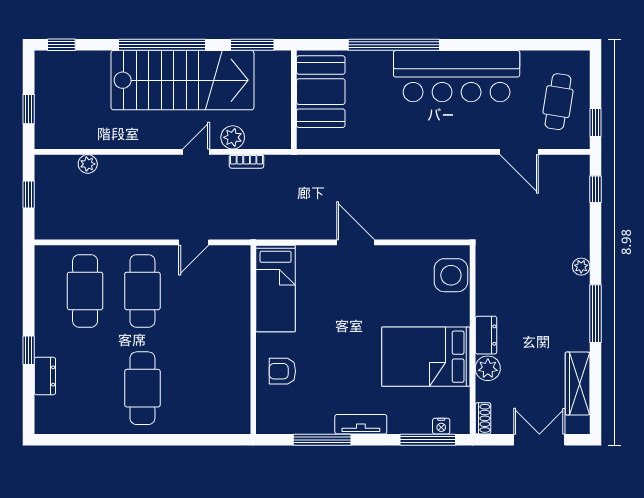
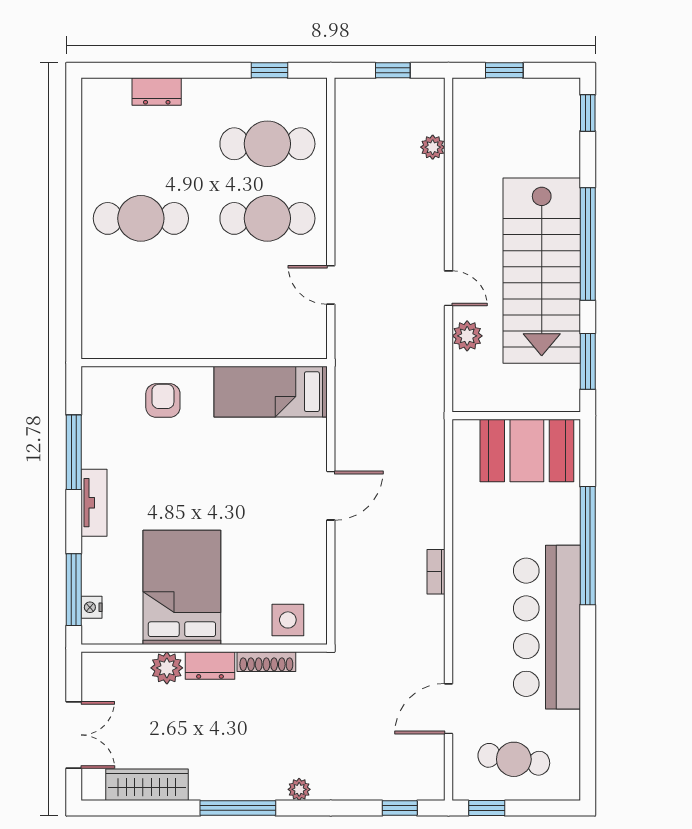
bookcase: (247, 161) -> (436, 572), moved
side table: (451, 275) -> (288, 620), width x0.73, depth x0.73
window: (29, 350) -> (269, 70), moved
shoe rack: (483, 418) -> (266, 662), moved, width x1.43

